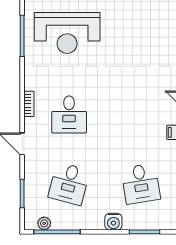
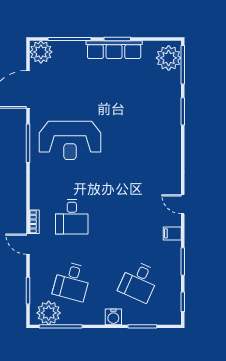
bookcase: (29, 104) -> (34, 222), moved
desk: (141, 184) -> (139, 281), turned 33
plant: (44, 223) -> (49, 313), width x1.87, depth x1.87

